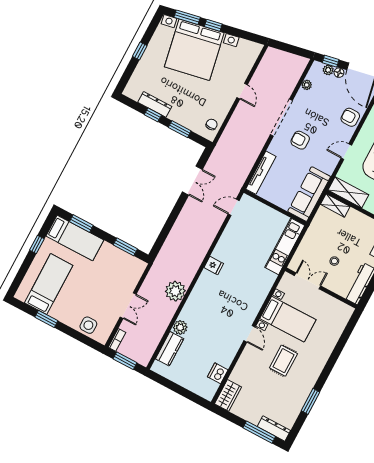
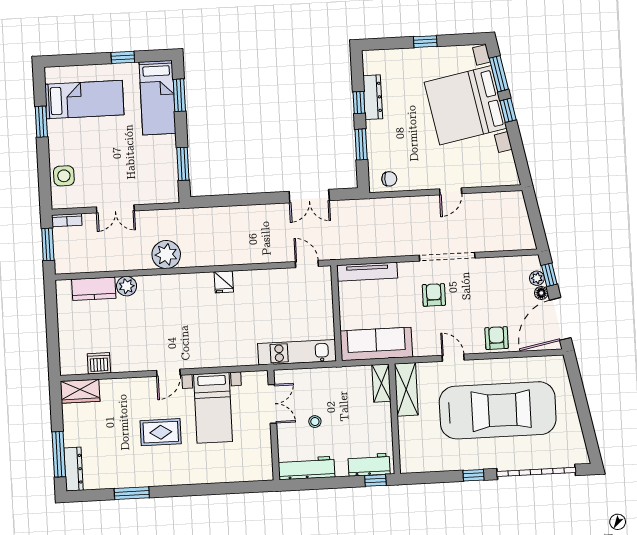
plant: (307, 85) -> (504, 263), removed

